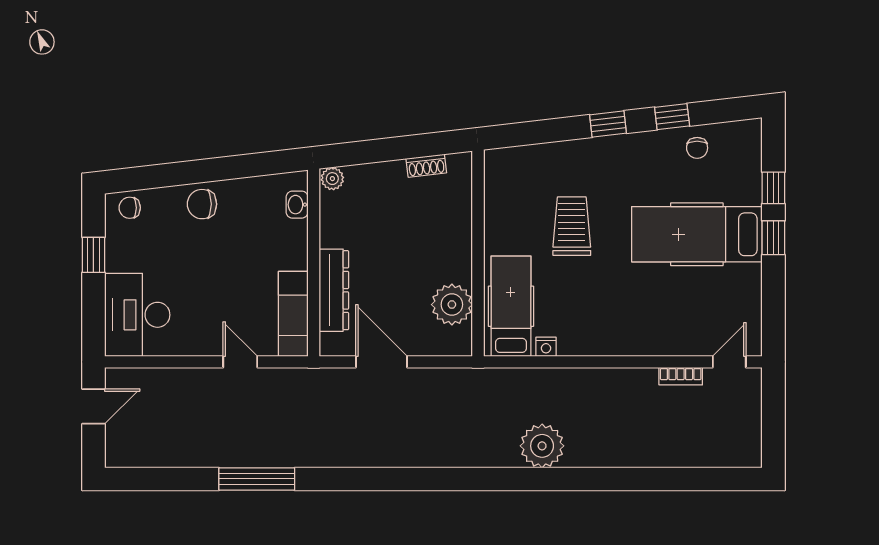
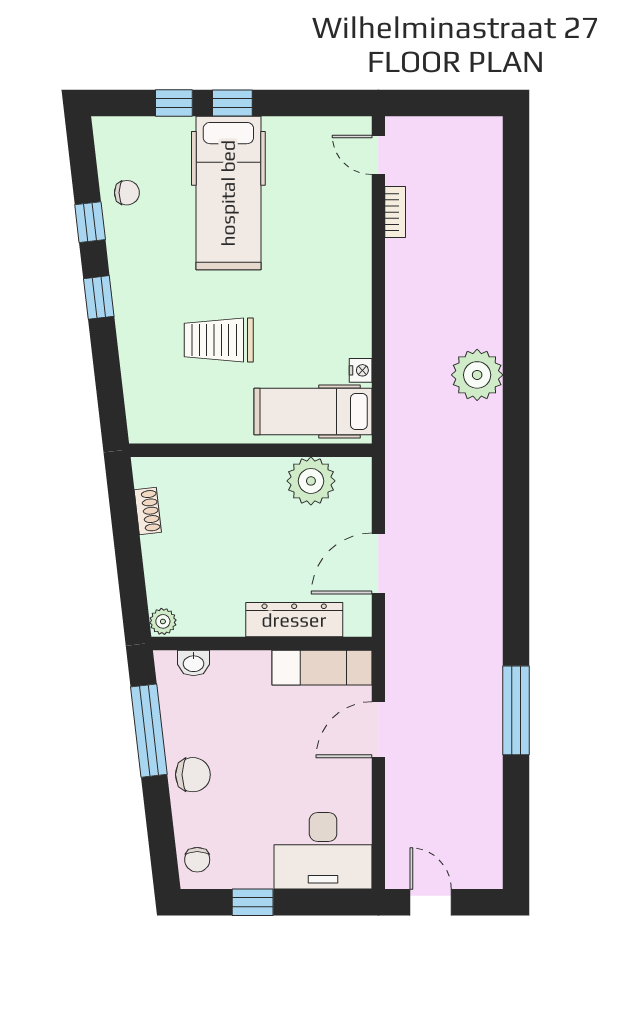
window: (239, 167) -> (149, 731), added
chair: (202, 204) -> (193, 775), turned -90
door: (240, 362) -> (378, 730), width x1.38

